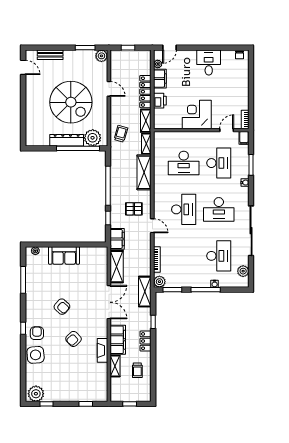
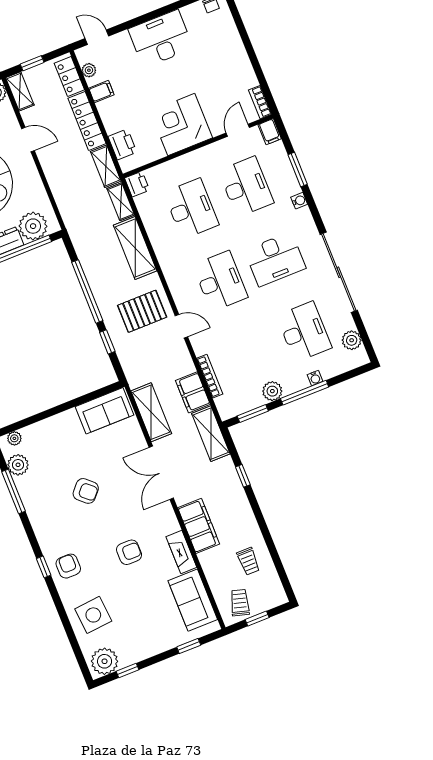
door: (169, 48) -> (97, 37), swing flipped
desk: (209, 63) -> (161, 39), width x1.37
filing cabinet: (160, 79) -> (101, 91), width x0.50
printer: (160, 101) -> (122, 144), moved
trolley: (121, 134) -> (240, 603), moved
printer: (159, 138) -> (137, 184), added
desk: (184, 163) -> (191, 209), turned -90
pallet: (134, 209) -> (142, 311), width x1.50, depth x1.42
filing cabinet: (117, 239) -> (193, 392), moved, turned 180
sofa: (64, 255) -> (105, 411), moved
plant: (32, 266) -> (18, 465), added
plant: (159, 282) -> (272, 391), moved
double door: (109, 302) -> (161, 473), swing flipped
armchair: (62, 307) -> (86, 491), moved
armchair: (74, 339) -> (129, 552), turned -137
locker: (146, 341) -> (69, 77), moved
side table: (36, 355) -> (93, 615), moved
shelving: (115, 366) -> (20, 91), moved
sofa: (98, 379) -> (193, 600), added

